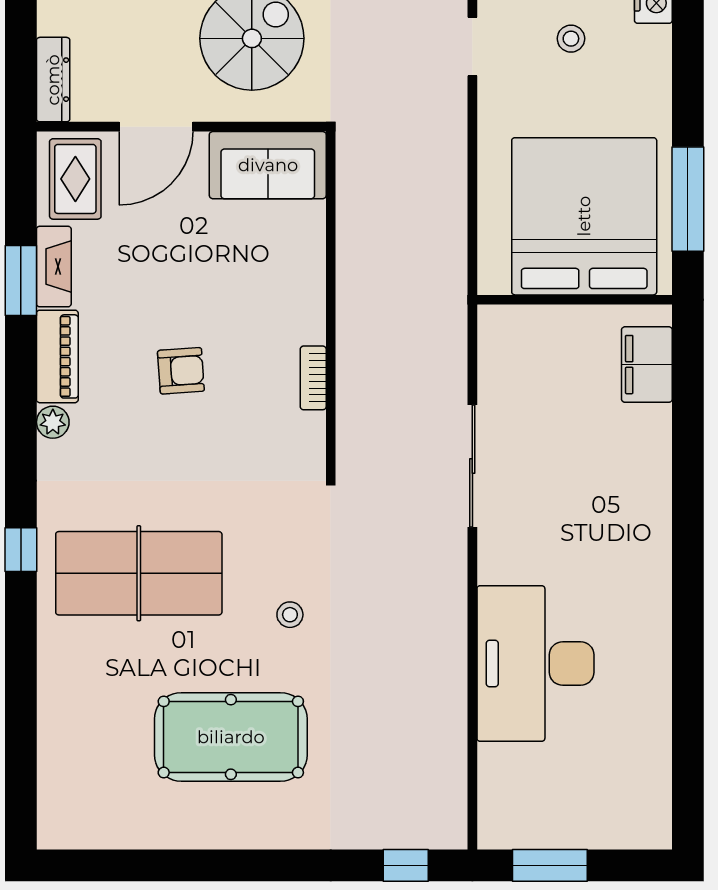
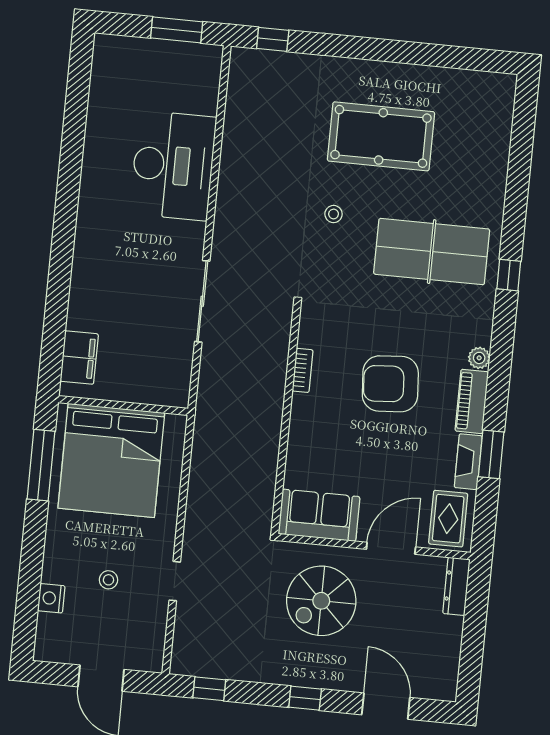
armchair: (181, 371) -> (390, 384), width x1.88, depth x1.88

